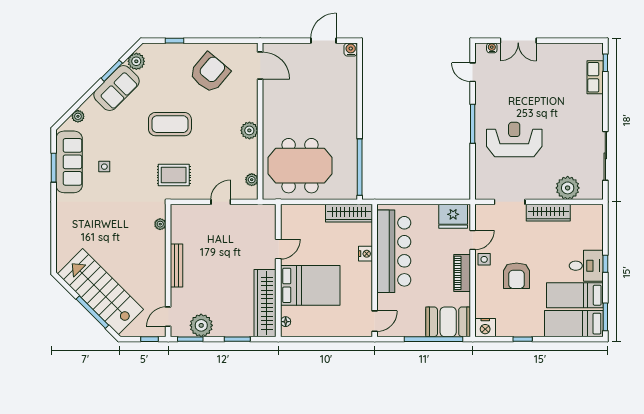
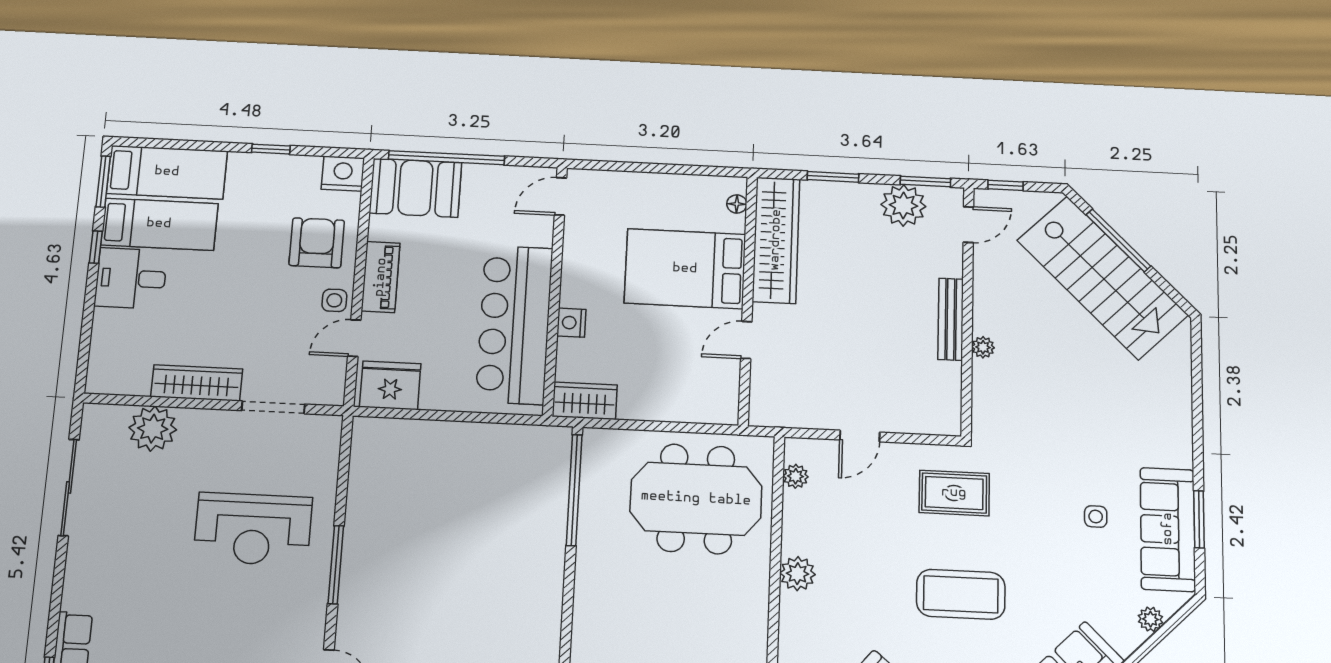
wardrobe: (349, 213) -> (585, 401), width x0.67
plant: (160, 224) -> (983, 347), moved
window: (605, 264) -> (96, 247), moved
armchair: (517, 276) -> (317, 243), moved

